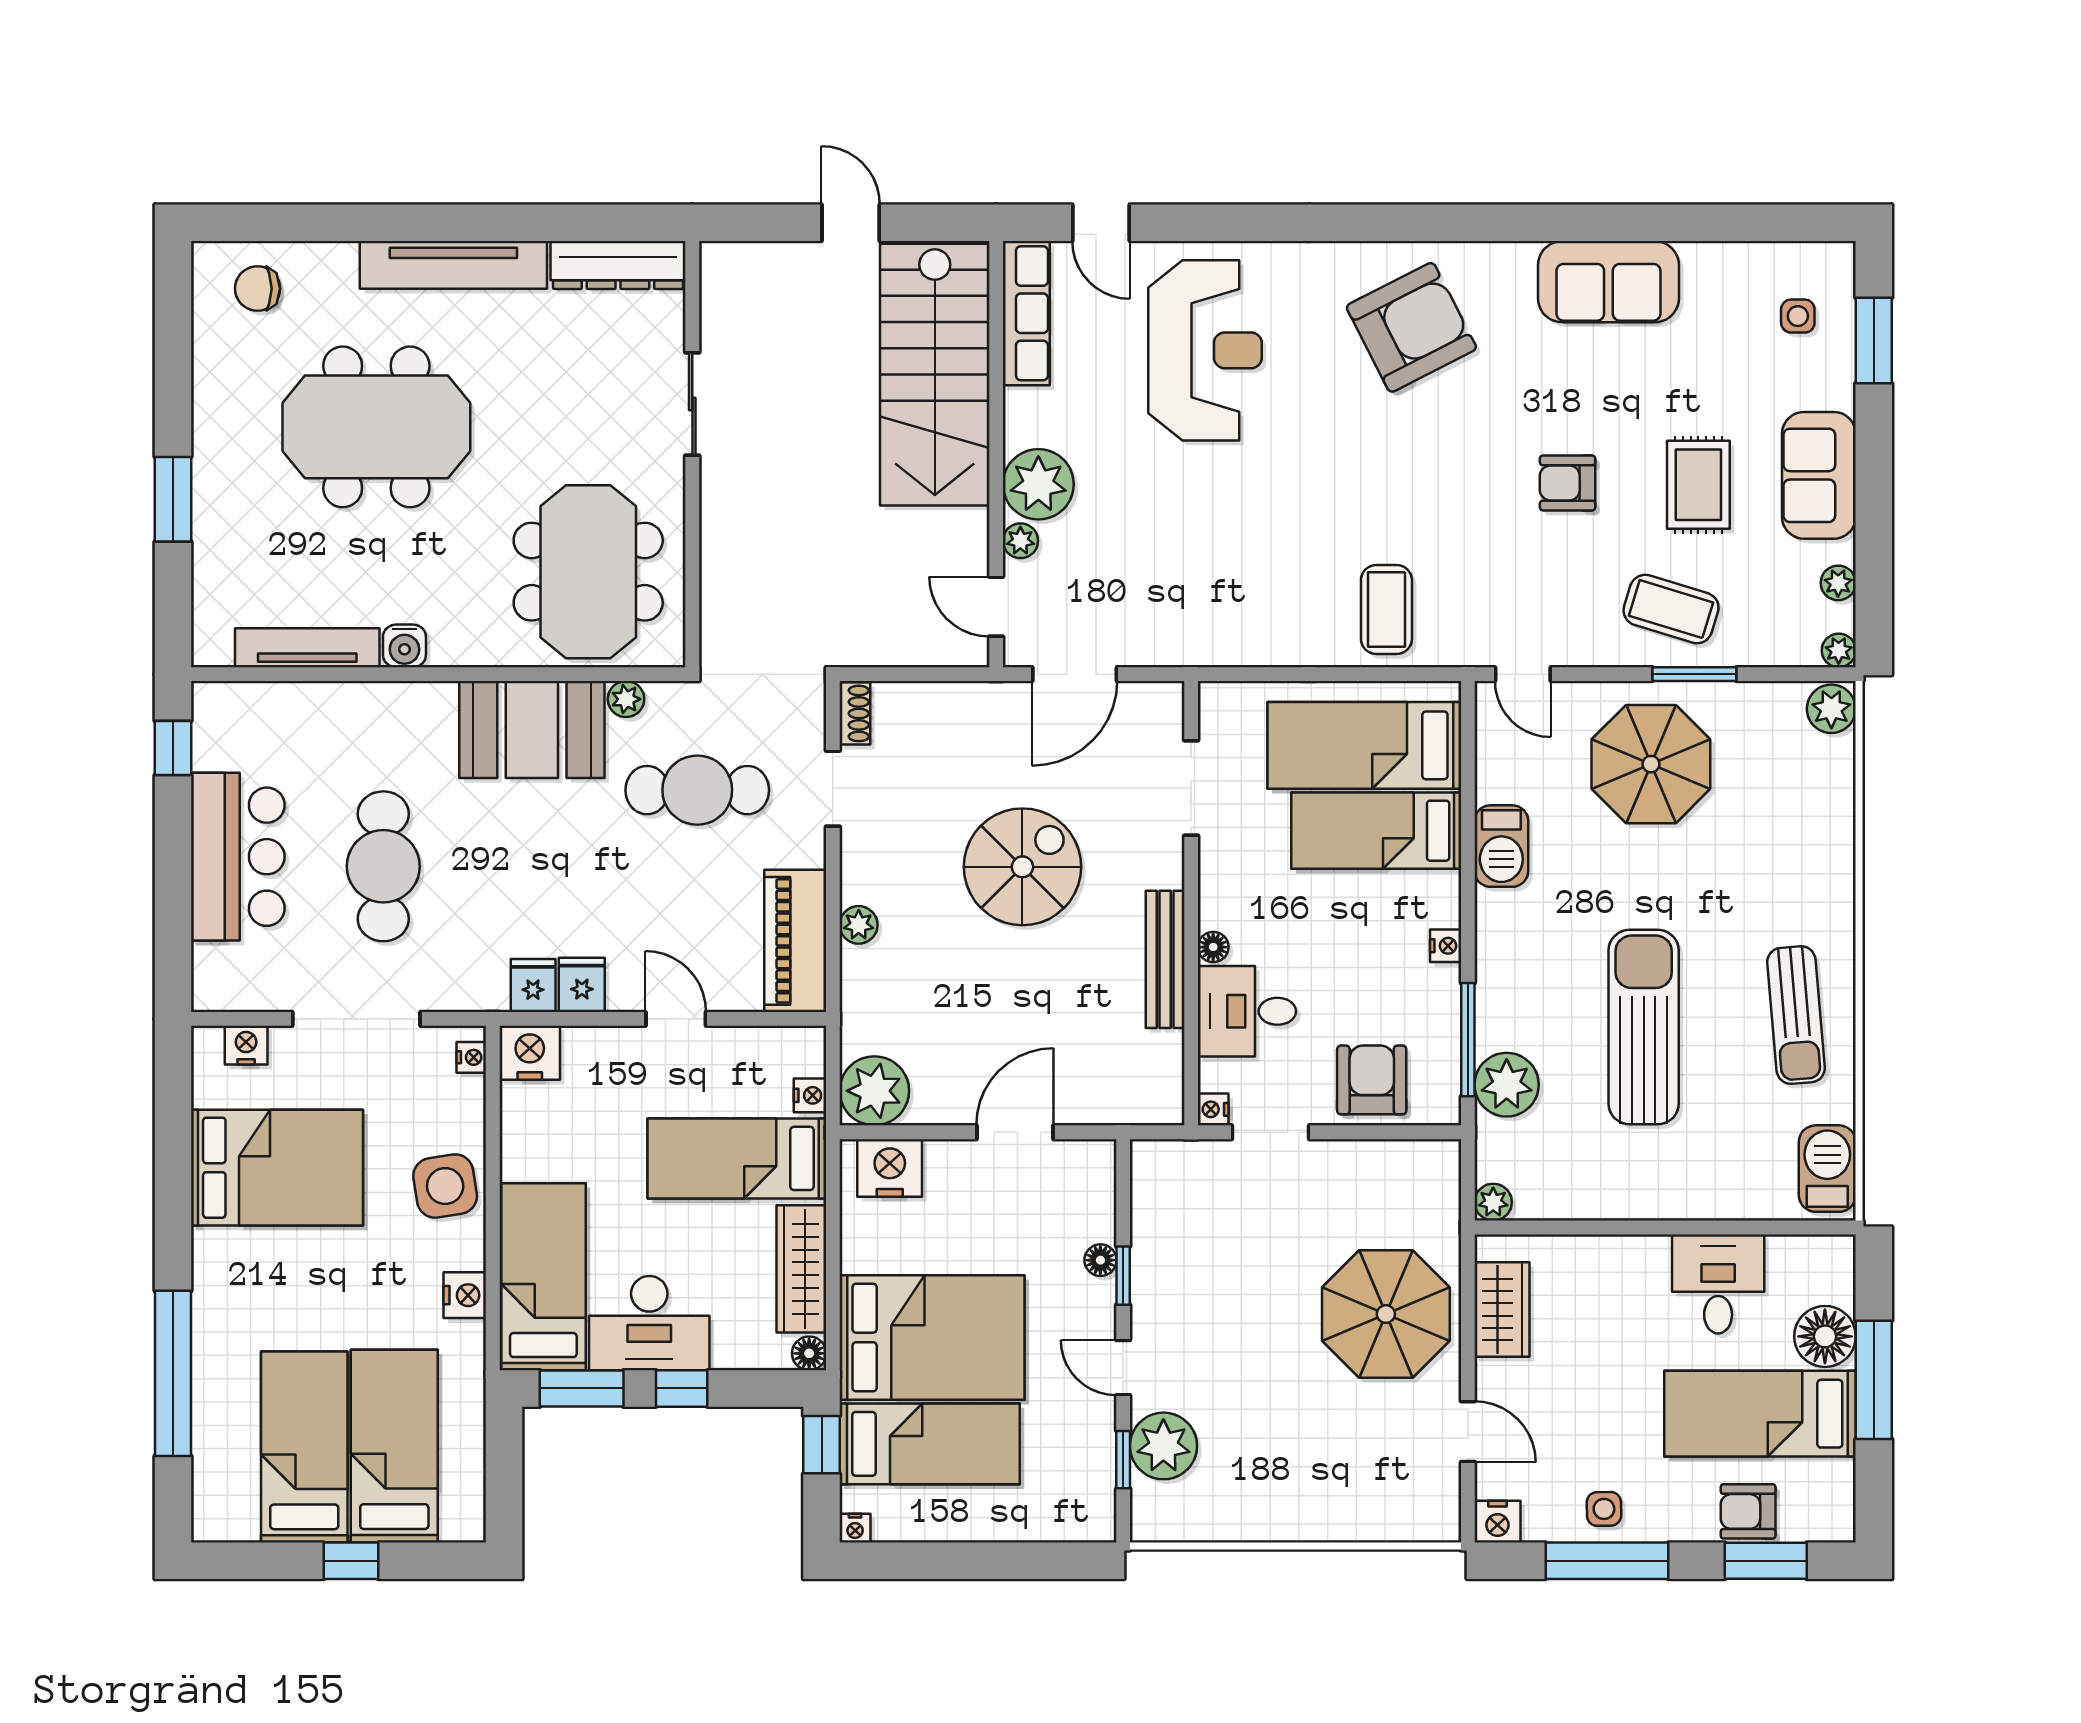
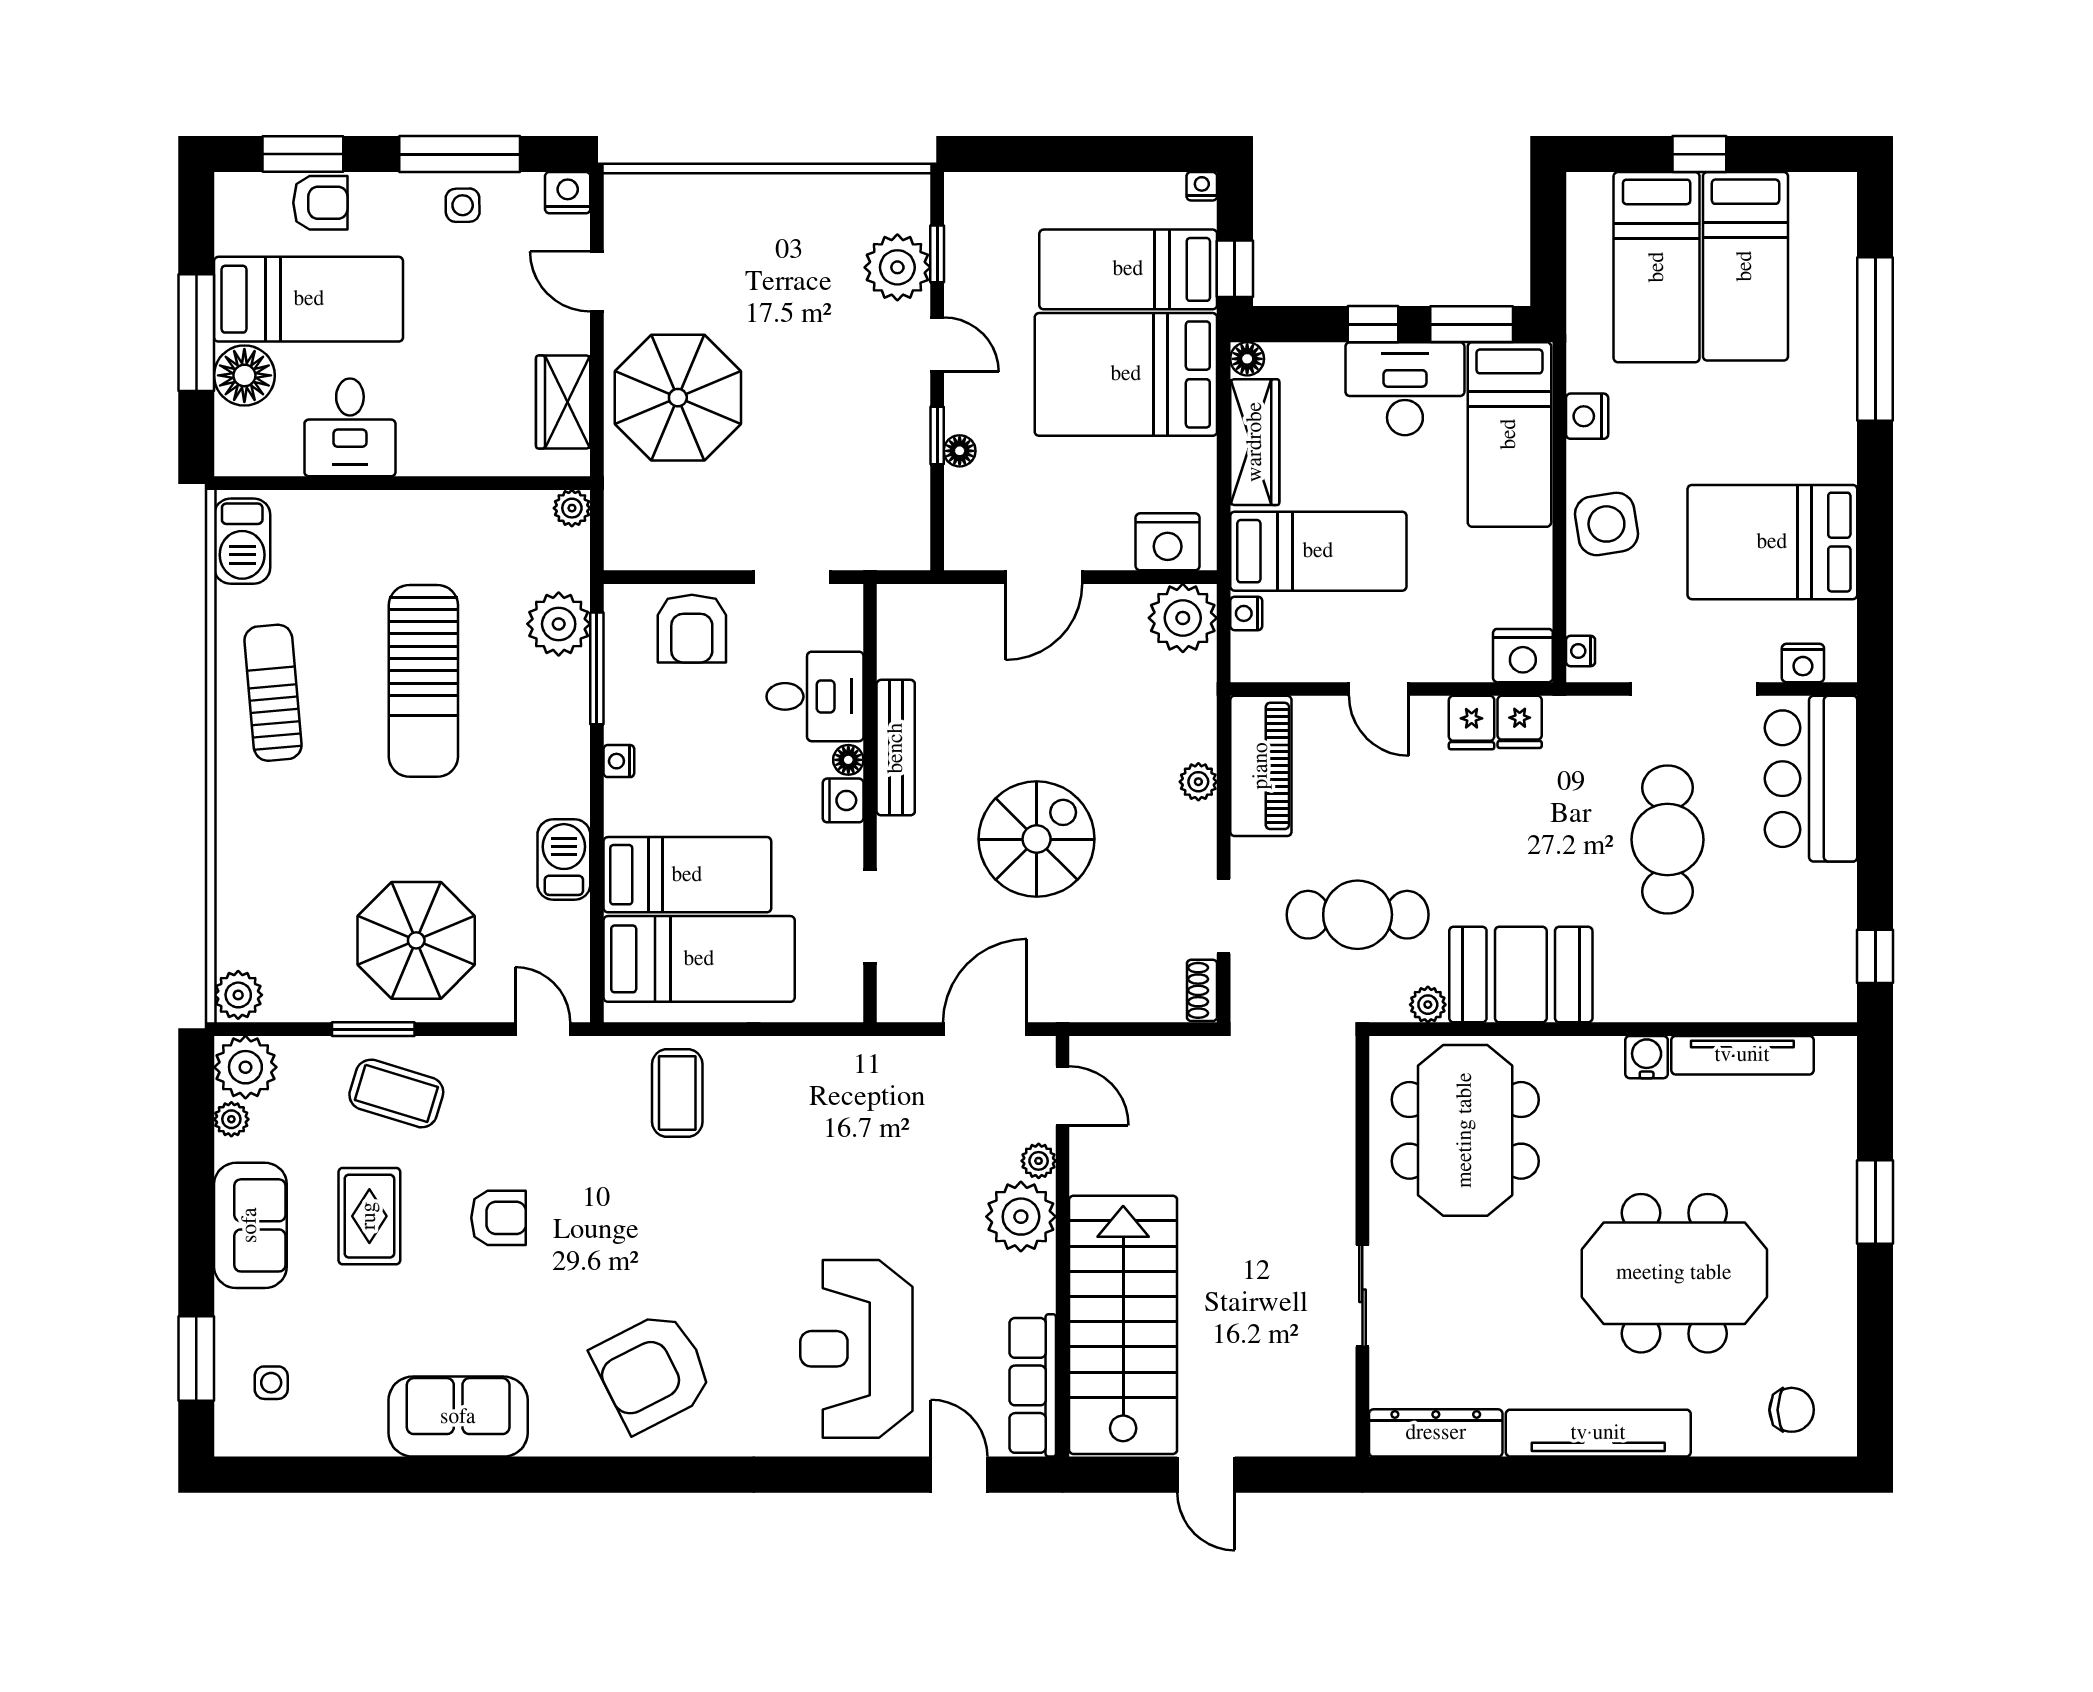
plant: (1839, 650) -> (245, 1067), width x1.88, depth x1.88
bar counter: (238, 857) -> (1811, 779), moved
spiral stairs: (1022, 867) -> (1037, 839), turned 180
nightstand: (1213, 1109) -> (843, 800), moved, width x1.39, depth x1.35

